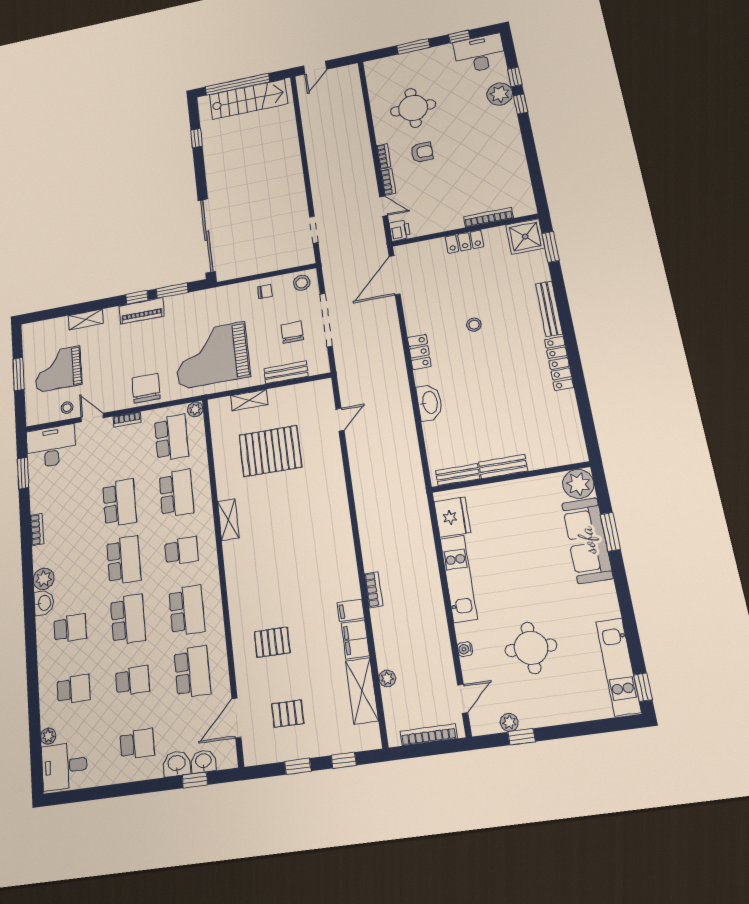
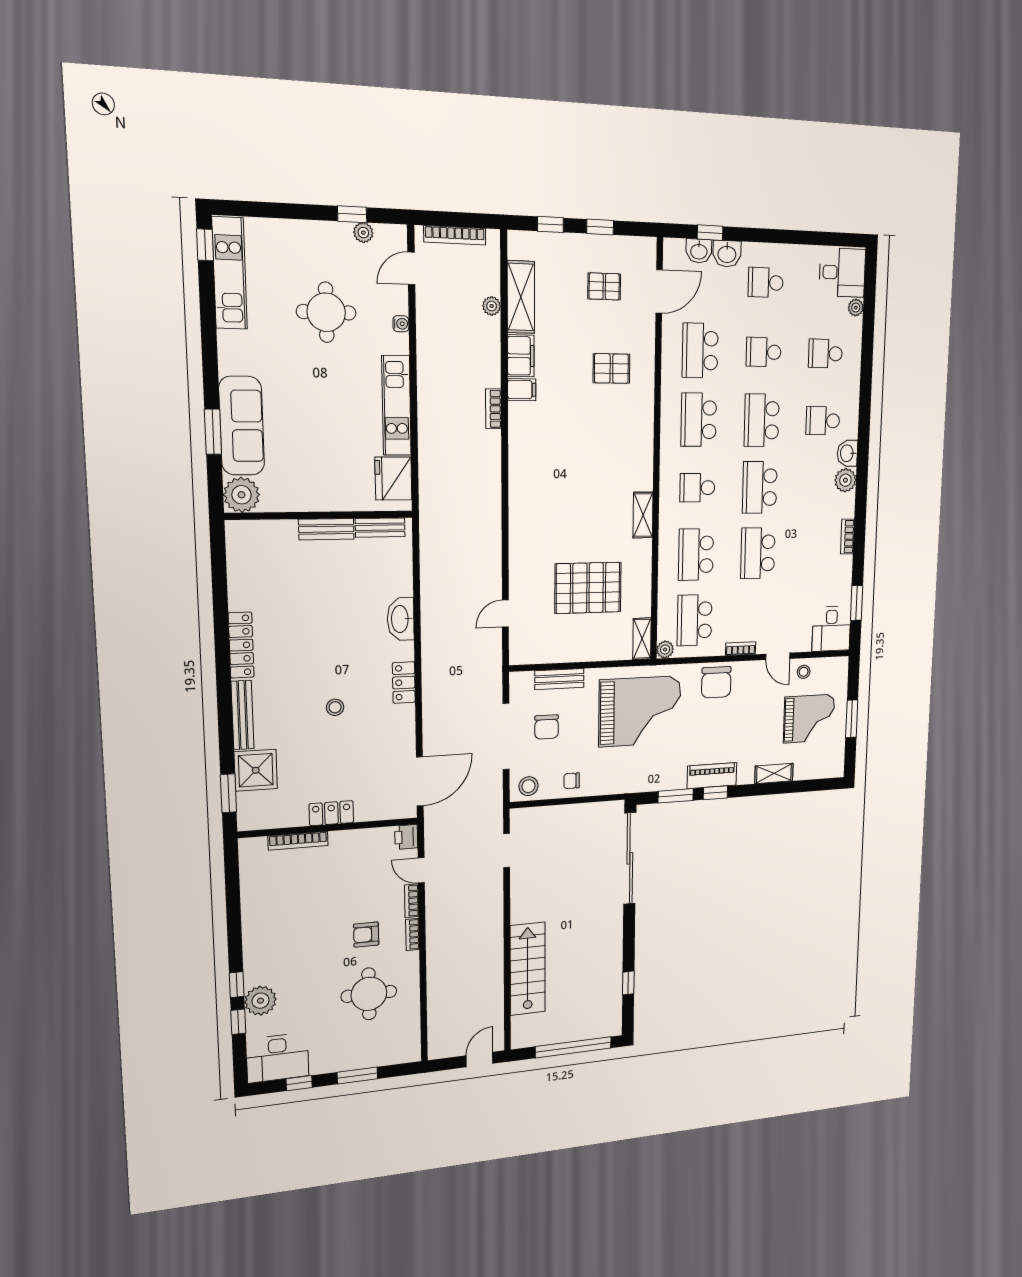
stairs: (248, 99) -> (528, 969), moved, turned 90
shower: (525, 237) -> (256, 770), moved
shelving: (249, 400) -> (642, 639), moved, turned 90
desk: (51, 447) -> (831, 629), width x0.73

